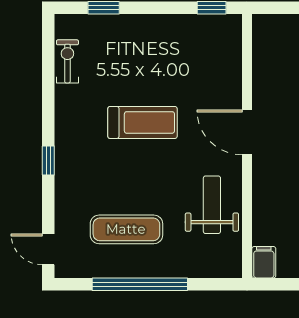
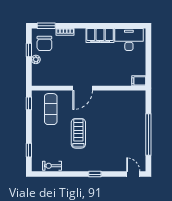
weight bench: (212, 205) -> (114, 103), removed
exercise mat: (126, 229) -> (51, 109), moved
door: (48, 249) -> (133, 174), swing flipped

